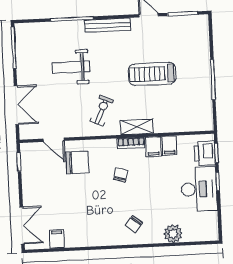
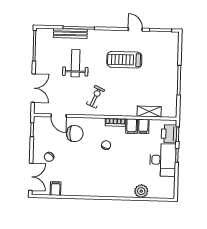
bench: (107, 25) -> (70, 33), moved
weight bench: (71, 67) -> (75, 63), turned 90
treadmill: (152, 74) -> (124, 60), moved
shelving: (137, 127) -> (149, 112), moved
chair: (134, 224) -> (49, 157), moved

